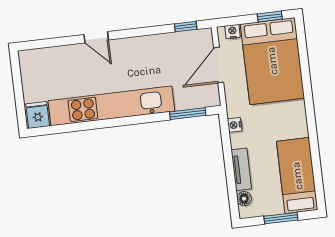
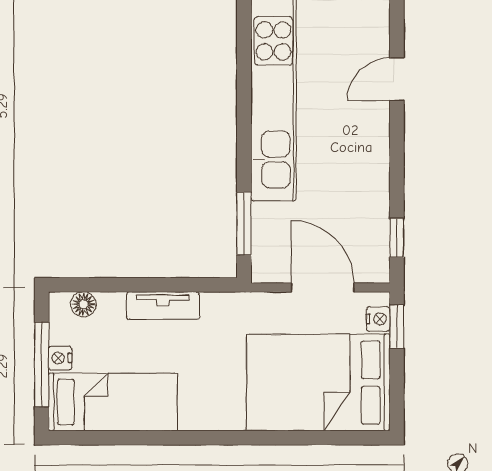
window: (270, 17) -> (397, 327), moved
nightstand: (235, 125) -> (60, 358), moved, turned -90
tv unit: (241, 169) -> (163, 306), moved
window: (281, 218) -> (42, 365), width x1.44

